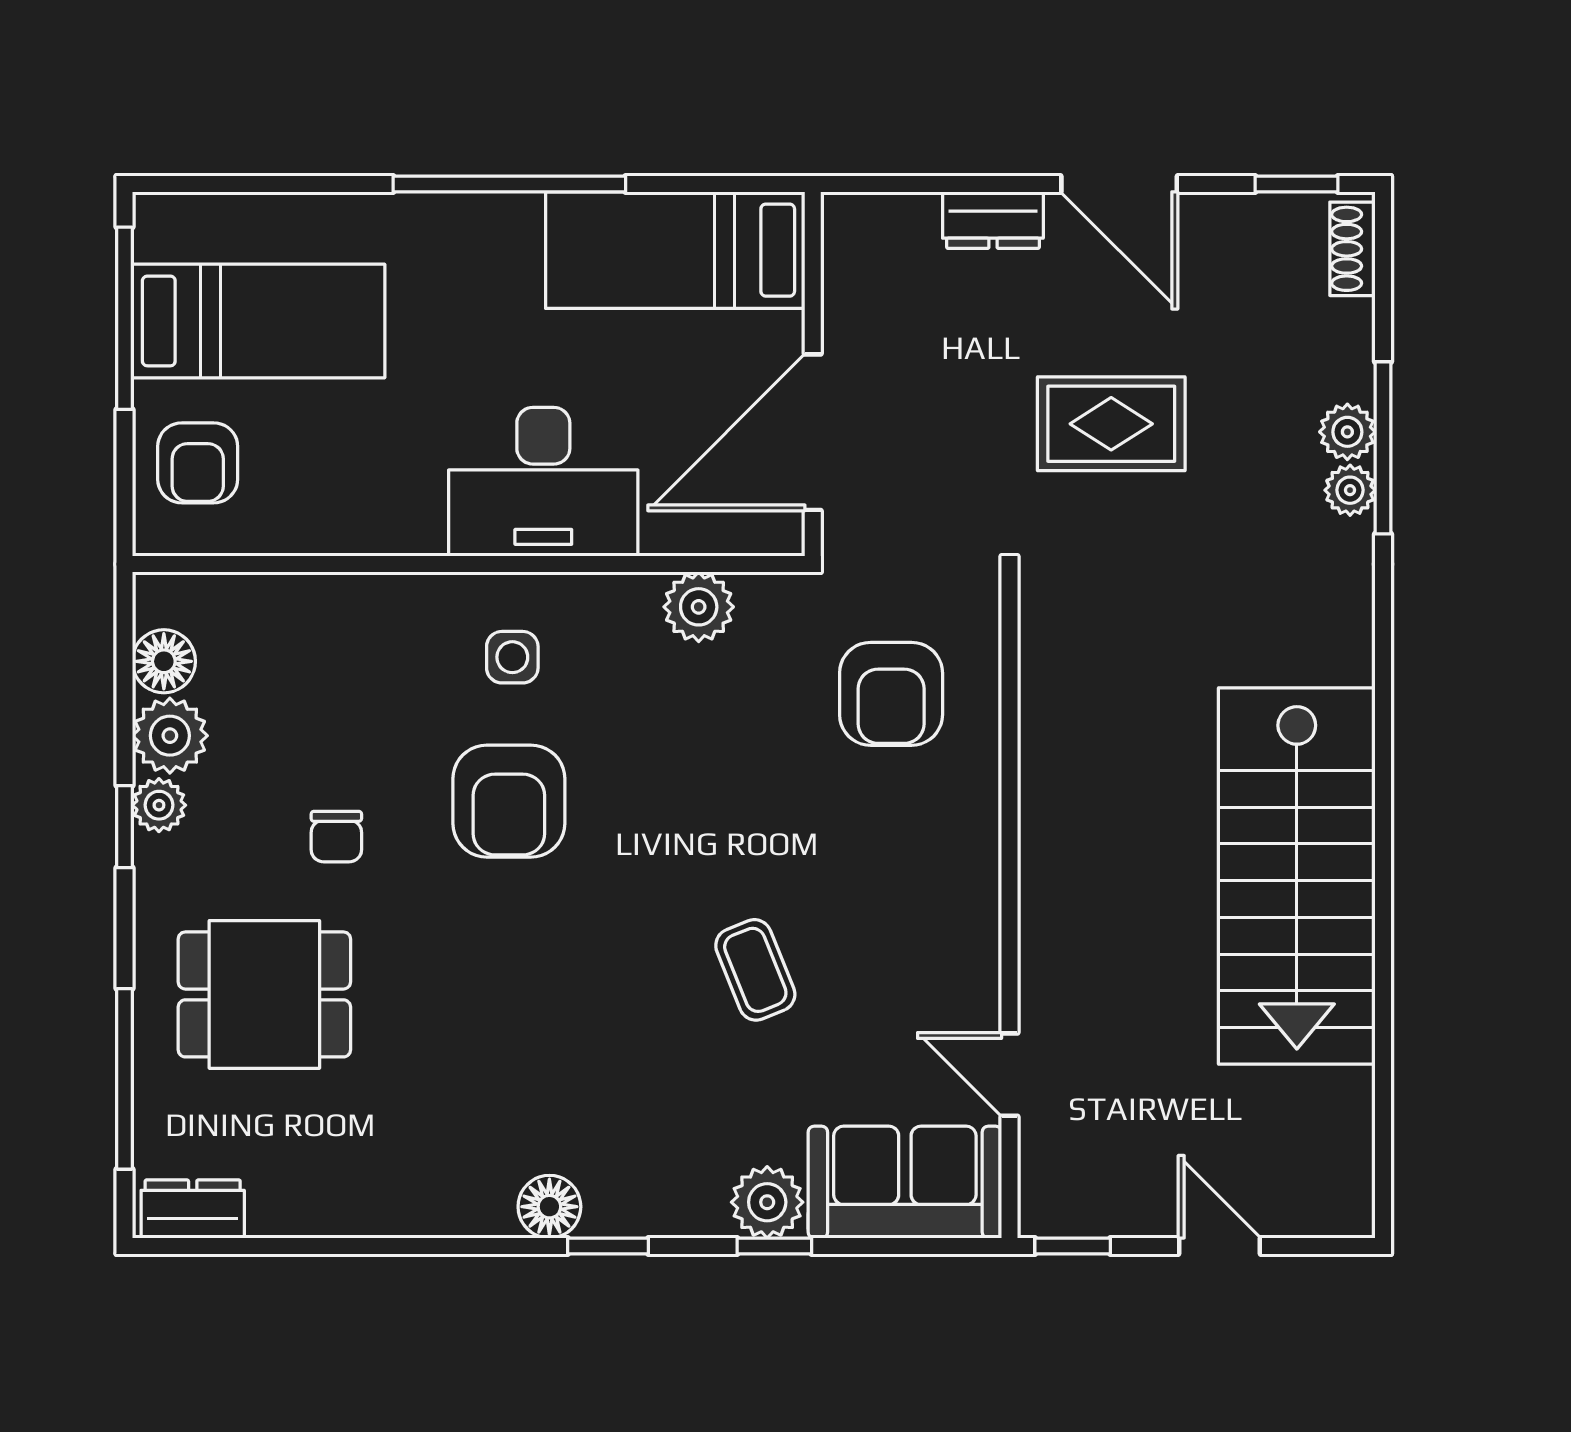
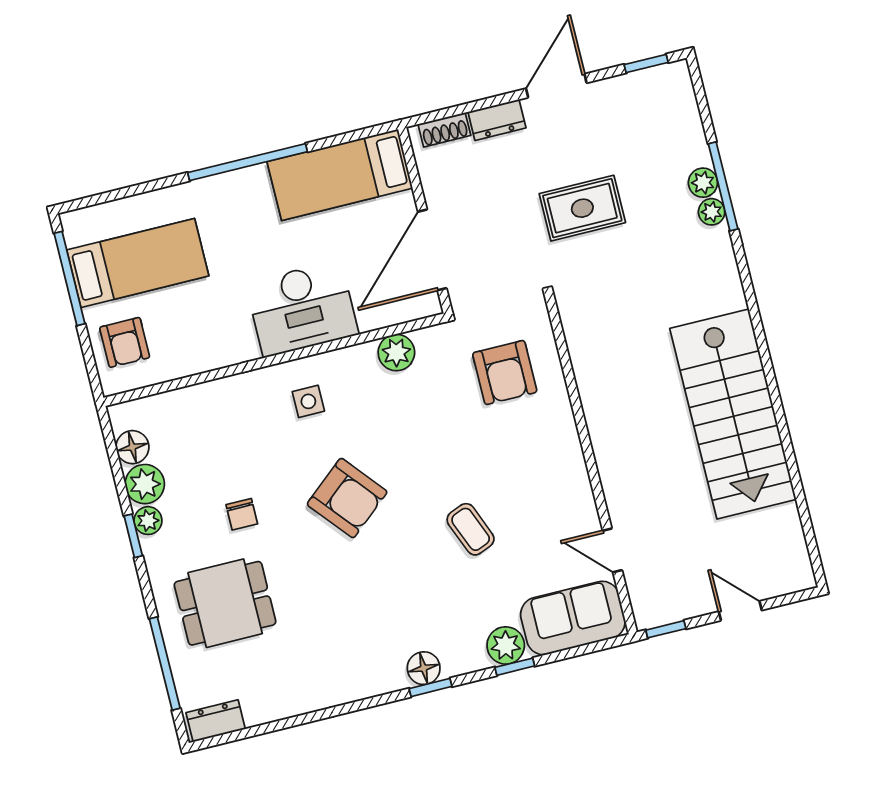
door: (1119, 184) -> (556, 86), swing flipped
shoe rack: (1353, 249) -> (444, 130), moved, turned -90
armchair: (509, 801) -> (347, 498), moved, turned -40
floor lamp: (549, 1207) -> (424, 668), moved

